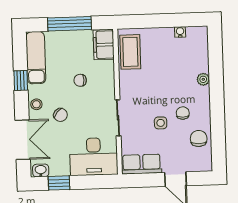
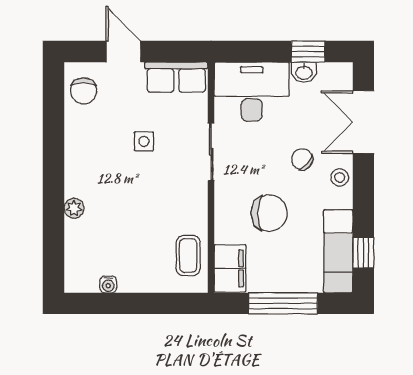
coffee table: (130, 52) -> (188, 255), width x0.73, depth x0.77
window: (21, 80) -> (363, 253), moved
chair: (80, 80) -> (269, 213), width x1.87, depth x1.87
chair: (183, 113) -> (108, 156), removed
chair: (199, 138) -> (84, 91), moved
washbasin: (41, 170) -> (304, 72), moved

